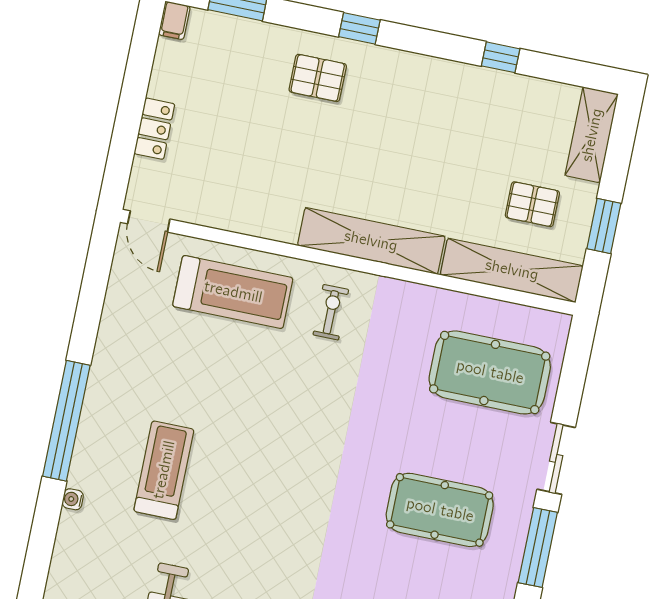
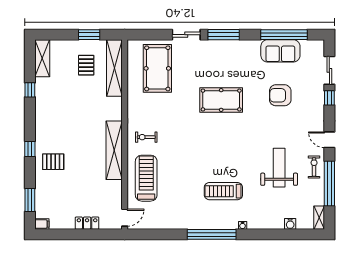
pallet: (318, 78) -> (53, 162), turned 90
shelving: (592, 135) -> (42, 58), moved, turned 90
shelving: (371, 241) -> (114, 150), moved
pool table: (440, 510) -> (221, 100), moved, turned 90

